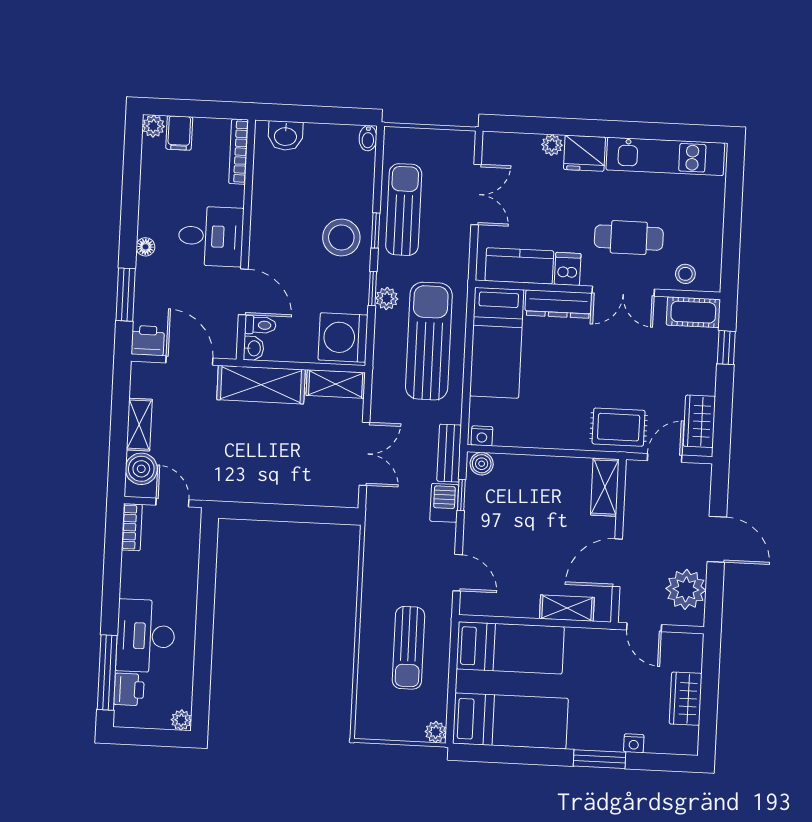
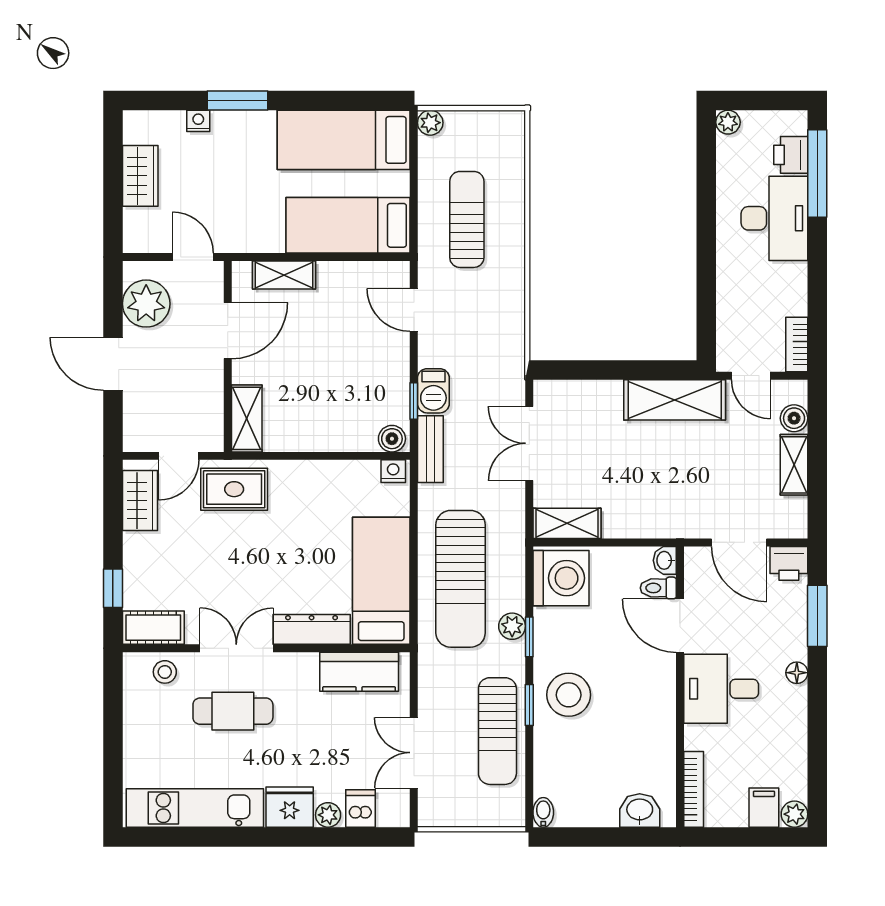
dishwasher: (568, 269) -> (361, 808), moved, turned 180
shelving: (261, 385) -> (675, 400), moved
boiler: (141, 469) -> (794, 418), width x0.73, depth x0.73

